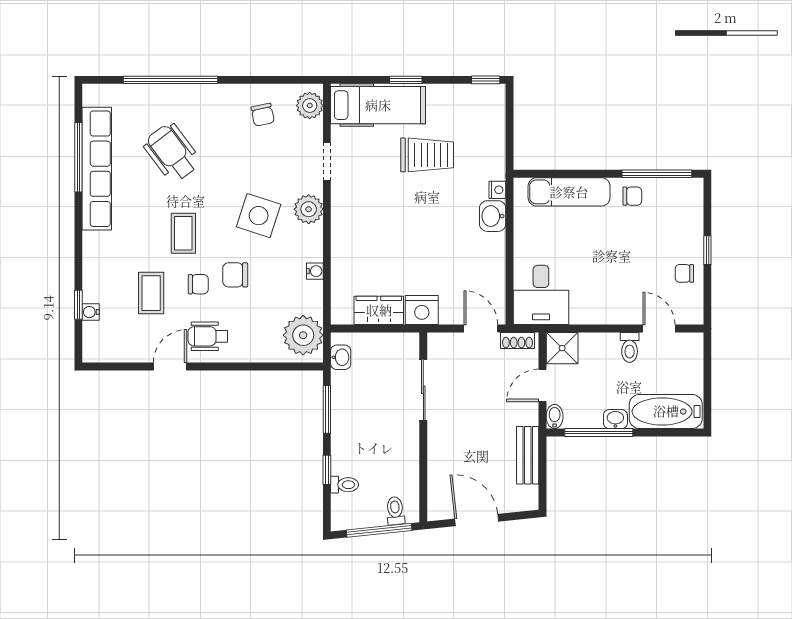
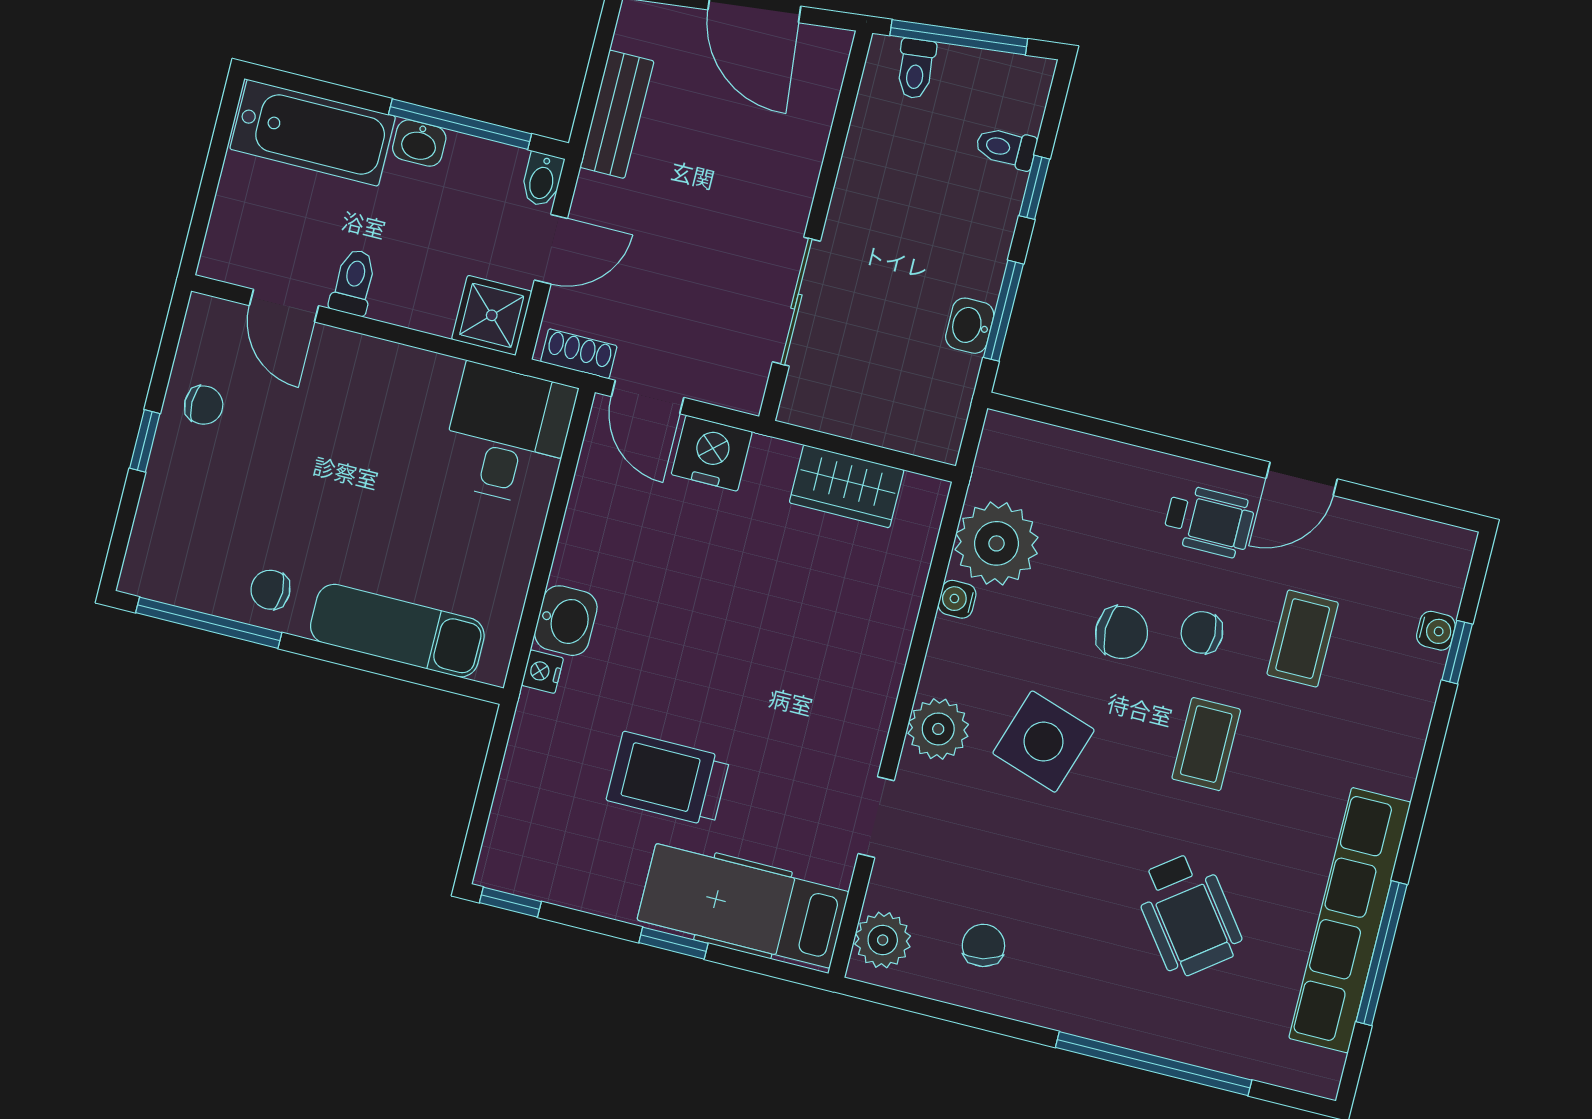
nightstand: (422, 310) -> (712, 453), moved
plant: (303, 335) -> (997, 543), moved
washbasin: (341, 357) -> (970, 326), moved

